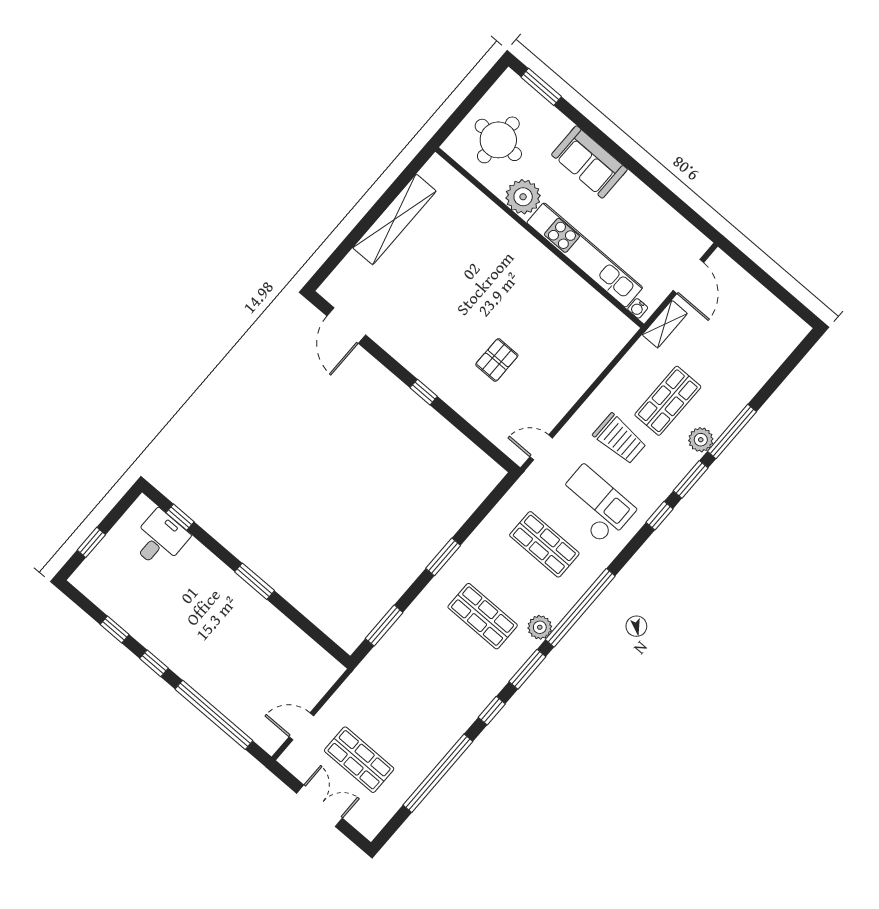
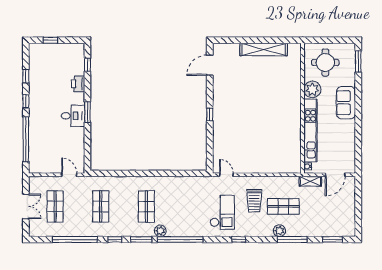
pallet: (497, 360) -> (244, 131), removed
window: (691, 479) -> (333, 239), moved
desk: (160, 539) -> (73, 116), moved
shop shelf: (544, 544) -> (101, 206), moved
window: (443, 557) -> (156, 173), removed
printer: (197, 558) -> (78, 84), added
window: (384, 626) -> (112, 173), removed
door: (301, 726) -> (69, 175), moved

